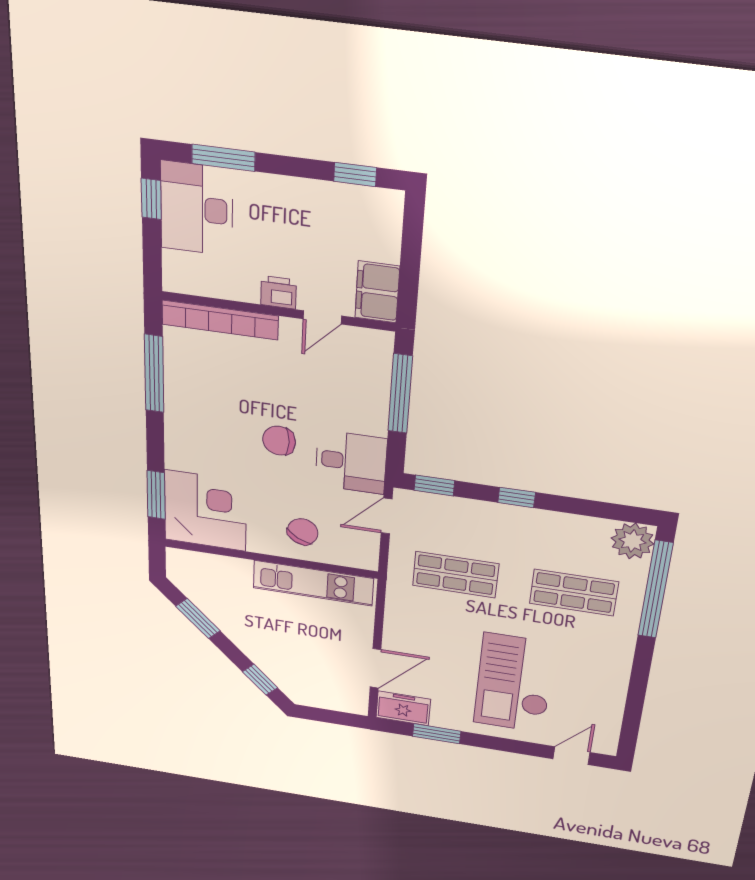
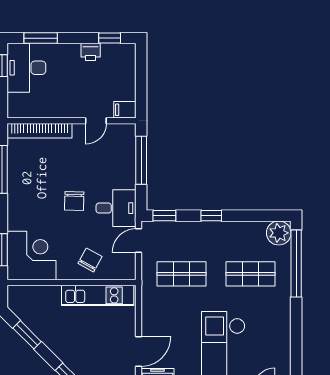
printer: (278, 292) -> (91, 52), moved, turned 180
filing cabinet: (377, 292) -> (125, 110), width x0.50
chair: (279, 441) -> (74, 201), turned -89

